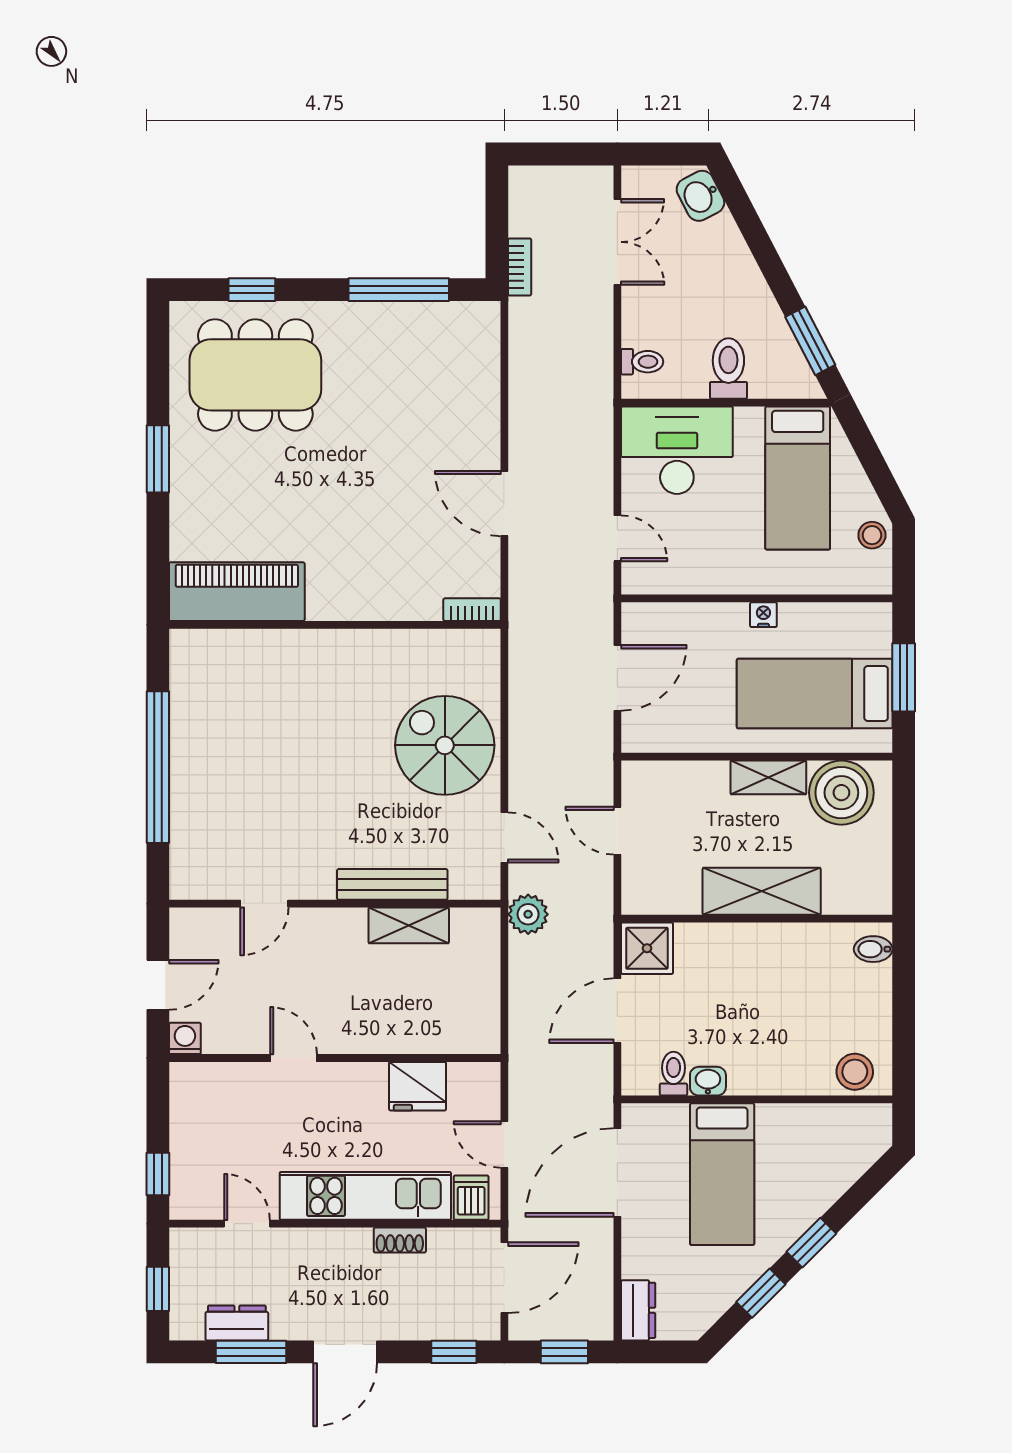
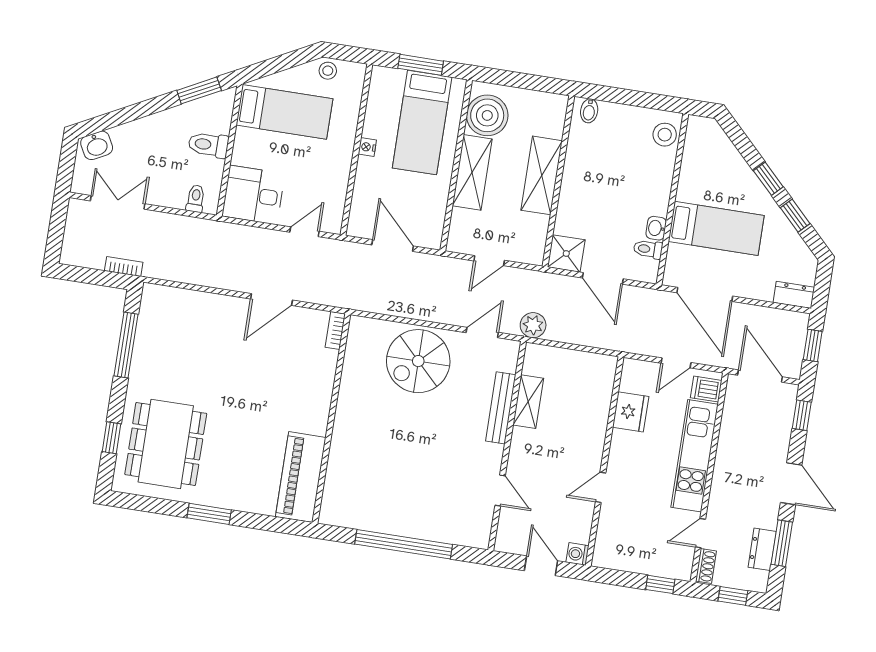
desk: (677, 450) -> (253, 195), width x0.73
shelving: (768, 777) -> (472, 172), width x1.50, depth x1.33
shoe rack: (400, 1240) -> (706, 566), moved

